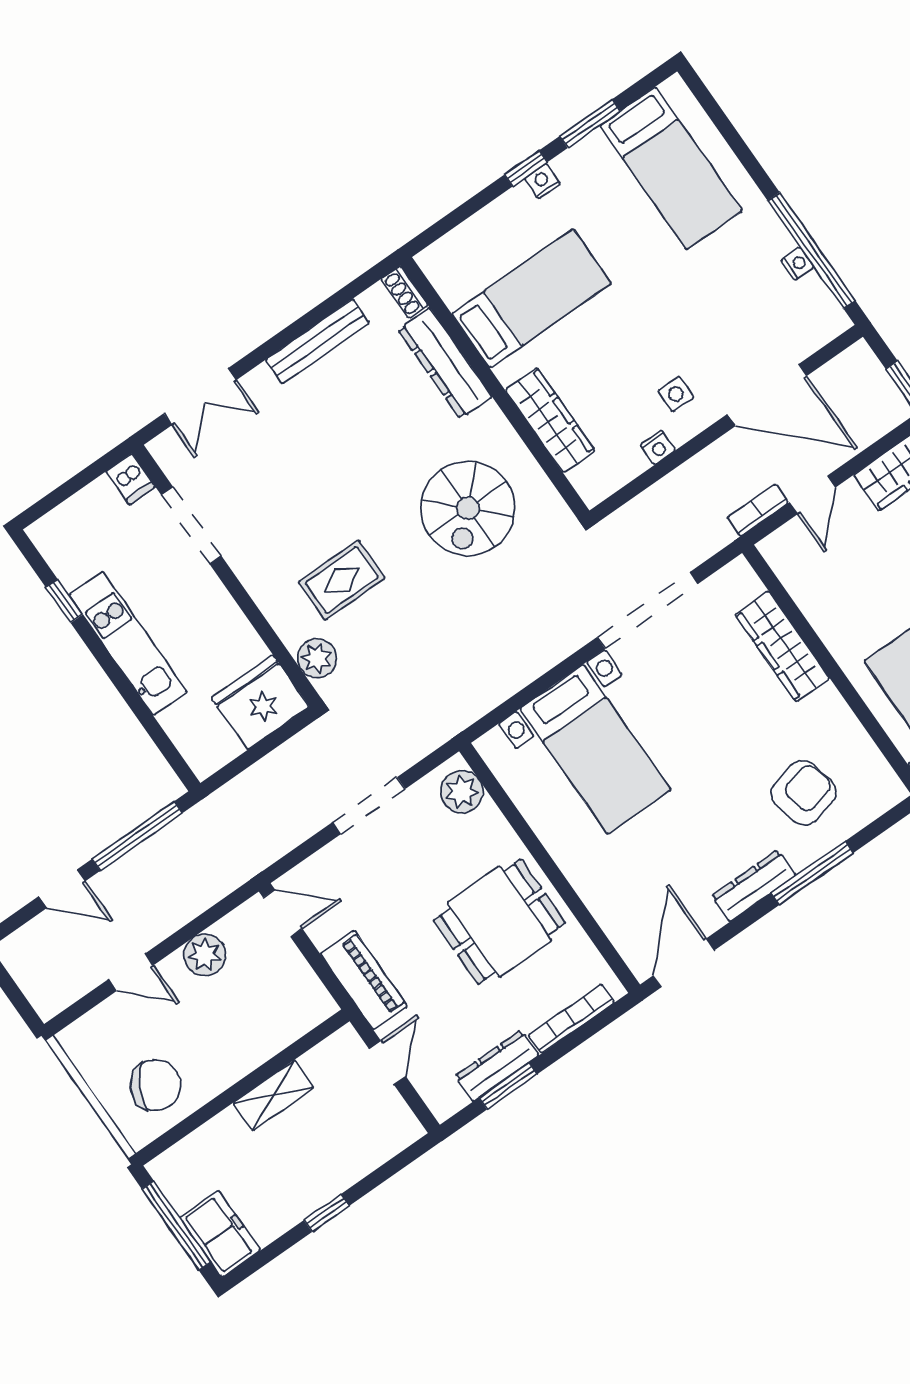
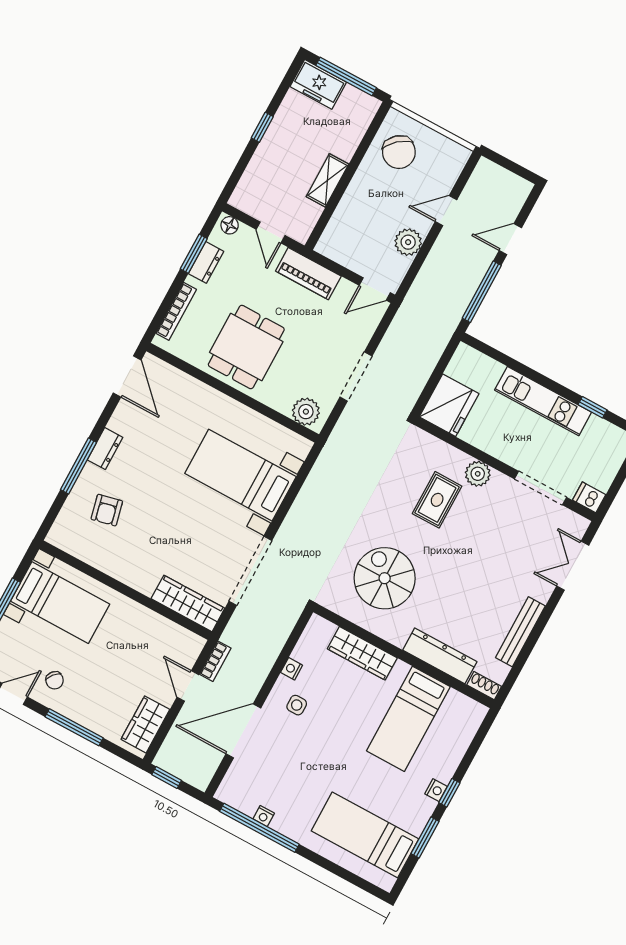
wardrobe: (782, 646) -> (188, 603), moved
plant: (317, 658) -> (478, 474), moved
armchair: (803, 793) -> (107, 510), width x0.72, depth x0.72
dresser: (754, 886) -> (105, 449), width x0.70
dresser: (497, 1066) -> (206, 262), width x0.70
chair: (156, 1085) -> (399, 152), turned -70
floor lamp: (439, 1101) -> (230, 225), added

